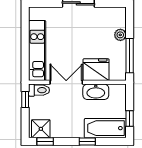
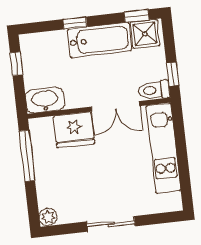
plant: (120, 35) -> (48, 217), moved
washbasin: (96, 92) -> (45, 100), moved
bathtub: (105, 128) -> (99, 40), moved

